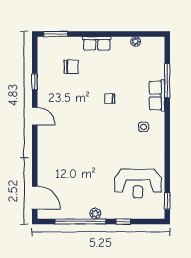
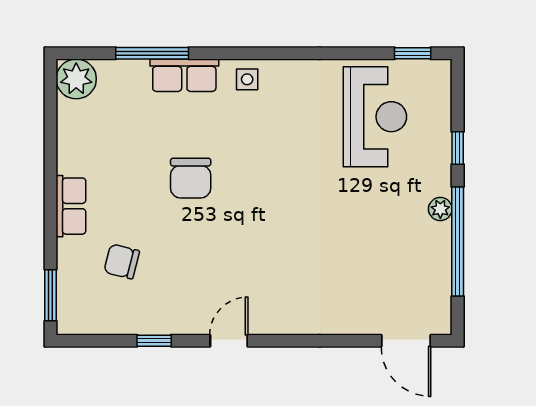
plant: (136, 42) -> (76, 79), moved, width x1.88, depth x1.88
chair: (71, 67) -> (122, 261), turned -76
chair: (110, 99) -> (191, 178), width x1.87, depth x1.87
side table: (143, 127) -> (247, 79), moved
door: (35, 198) -> (406, 341), swing flipped

